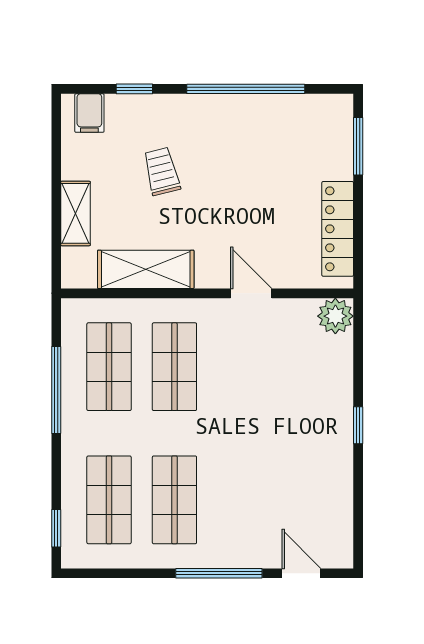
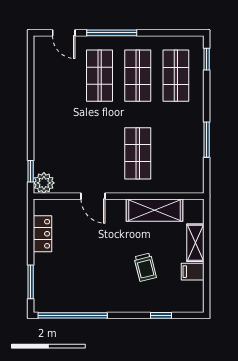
window: (246, 89) -> (73, 315), moved
filing cabinet: (89, 113) -> (193, 272), moved, turned -90
locker: (338, 229) -> (43, 234), width x0.66
shop shelf: (109, 367) -> (100, 76), moved
window: (56, 390) -> (207, 140), width x0.69
window: (358, 425) -> (31, 171), moved

